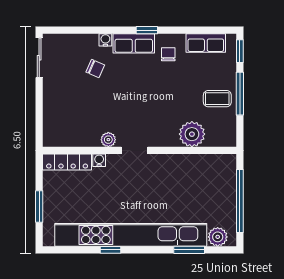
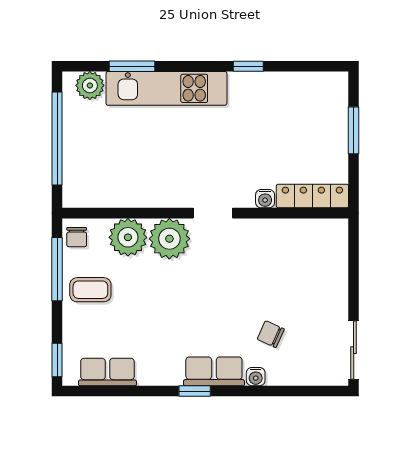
chair: (168, 54) -> (77, 237), moved
window: (240, 94) -> (57, 269), moved
plant: (108, 140) -> (169, 239), moved, width x1.87, depth x1.87
kitchen unit: (131, 235) -> (166, 88), width x0.54

